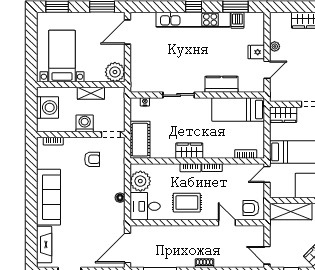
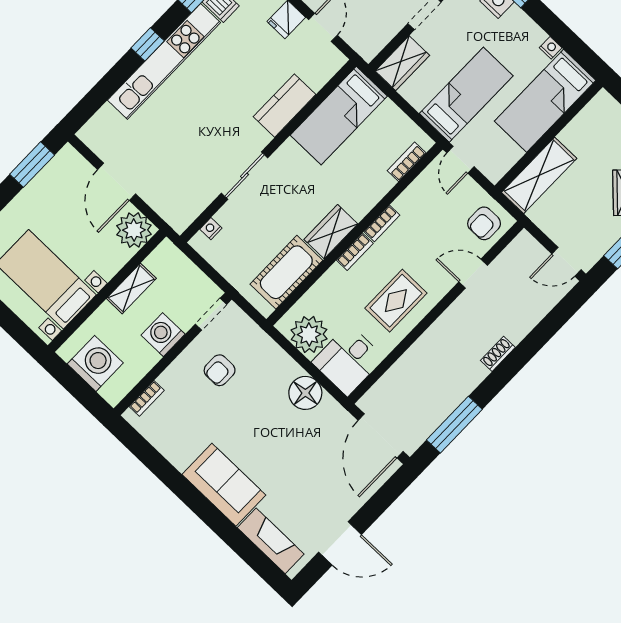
door: (127, 32) -> (117, 182), moved
cot: (140, 140) -> (286, 272), moved, turned 90
armchair: (92, 159) -> (220, 370), turned 180
sofa: (48, 197) -> (224, 485), width x0.73
floor lamp: (120, 198) -> (305, 393), width x1.89, depth x1.89

